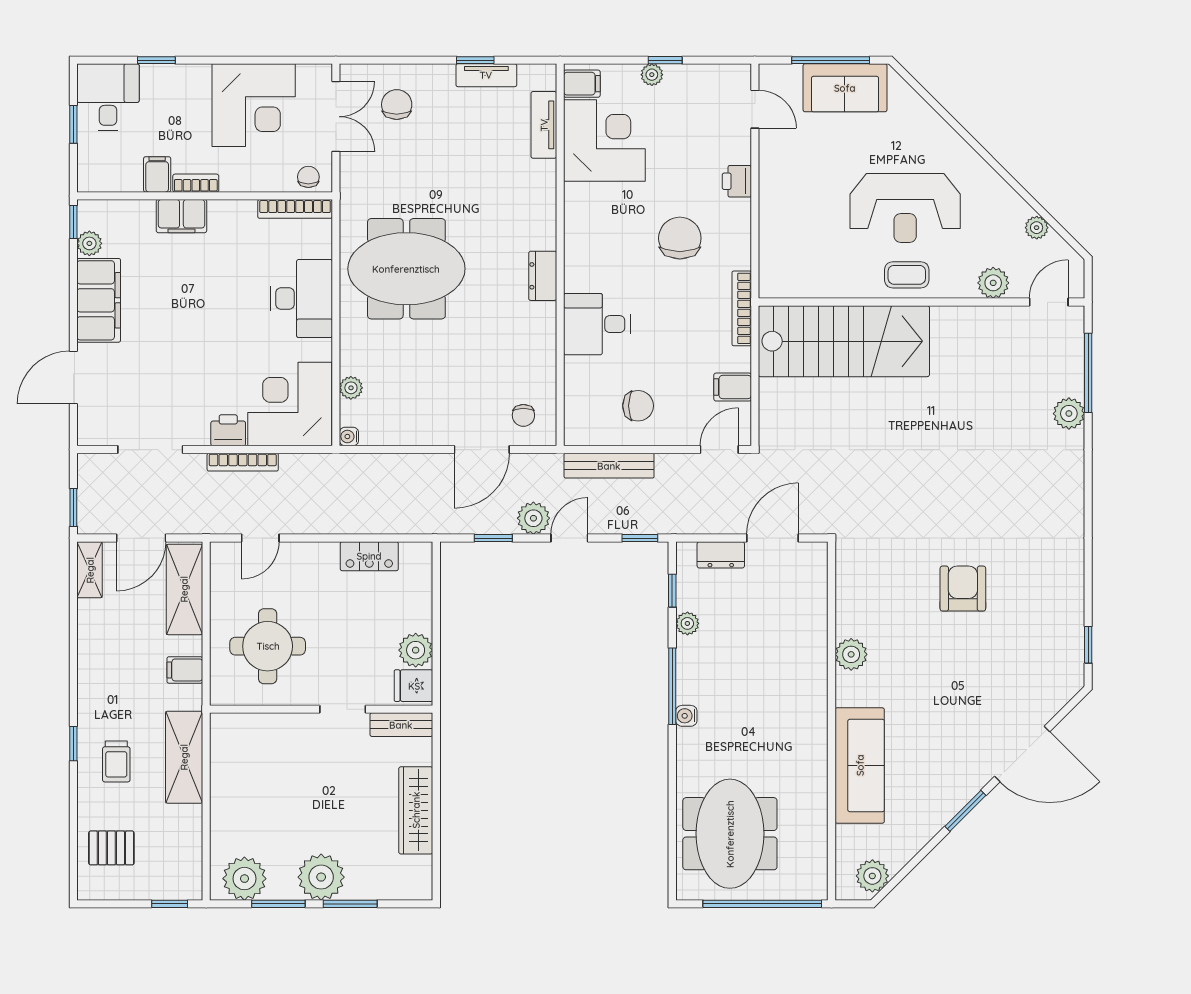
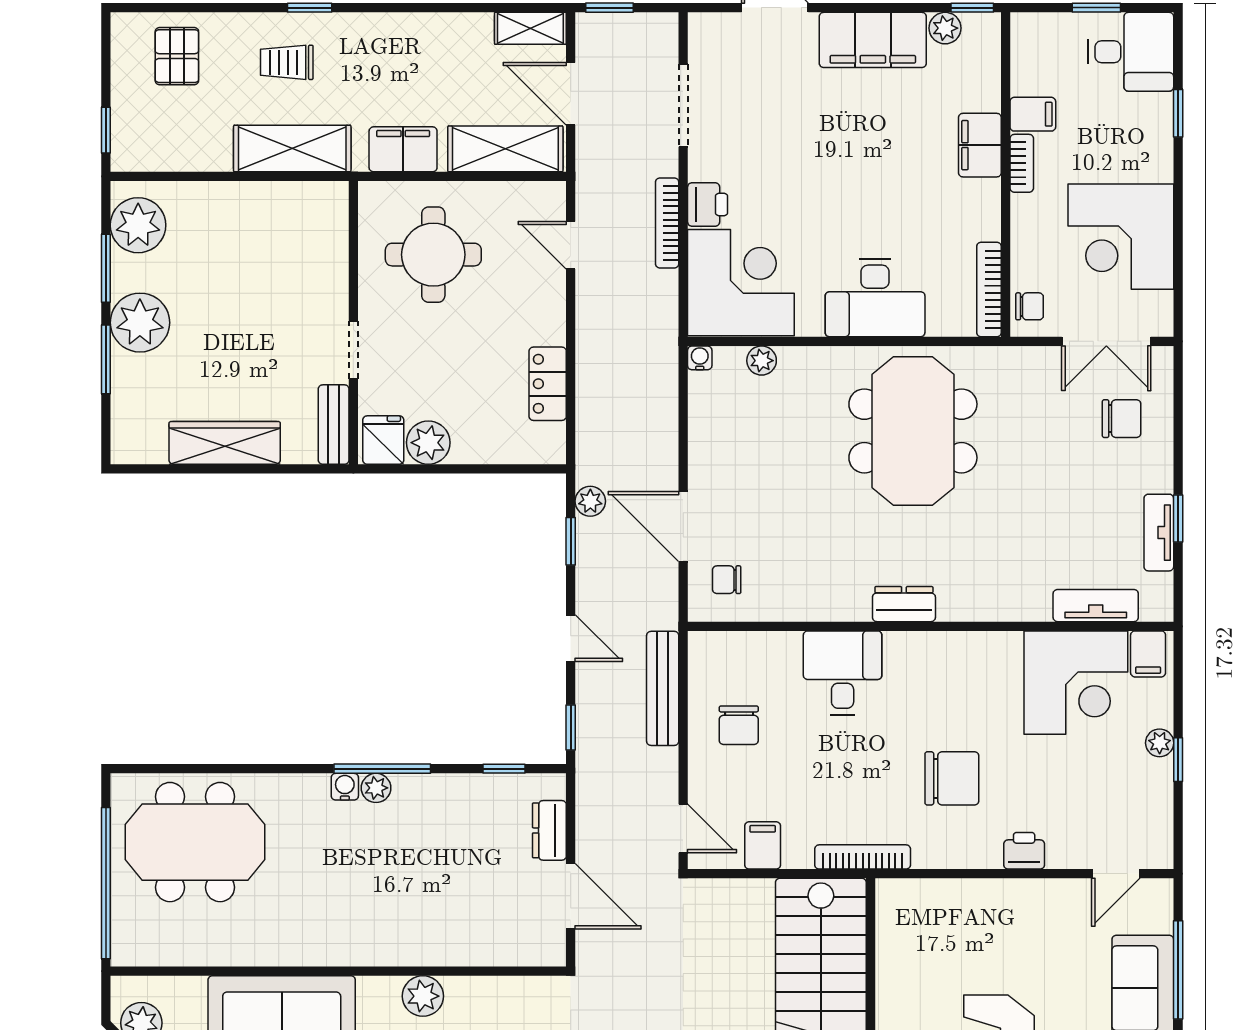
plant: (533, 518) -> (590, 501), moved, width x0.73, depth x0.73
plant: (687, 623) -> (376, 788), moved
filing cabinet: (185, 670) -> (403, 149), width x2.00

